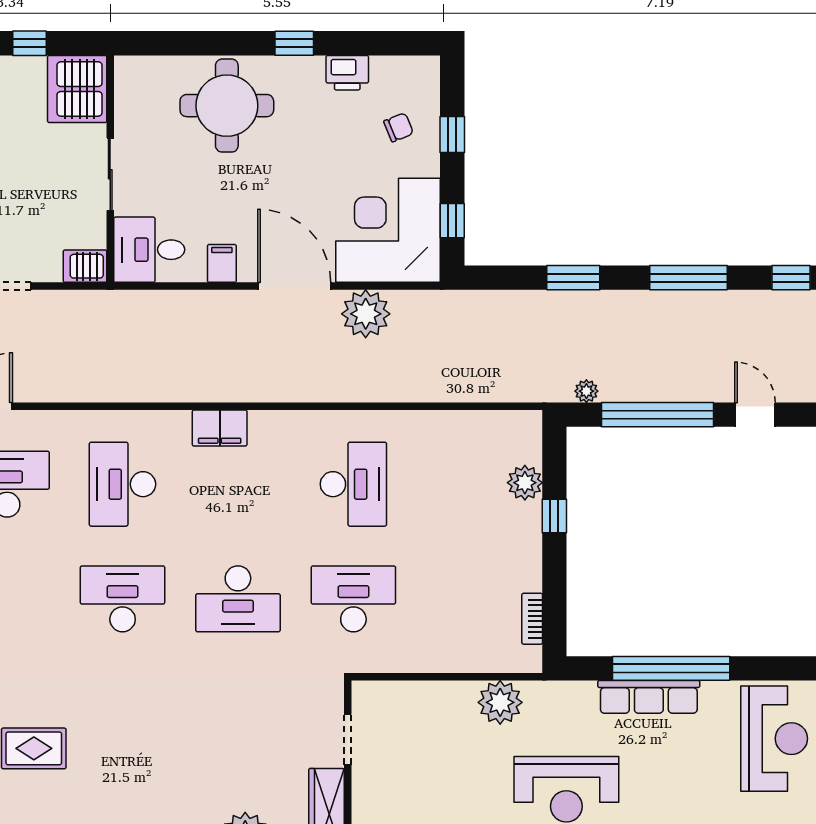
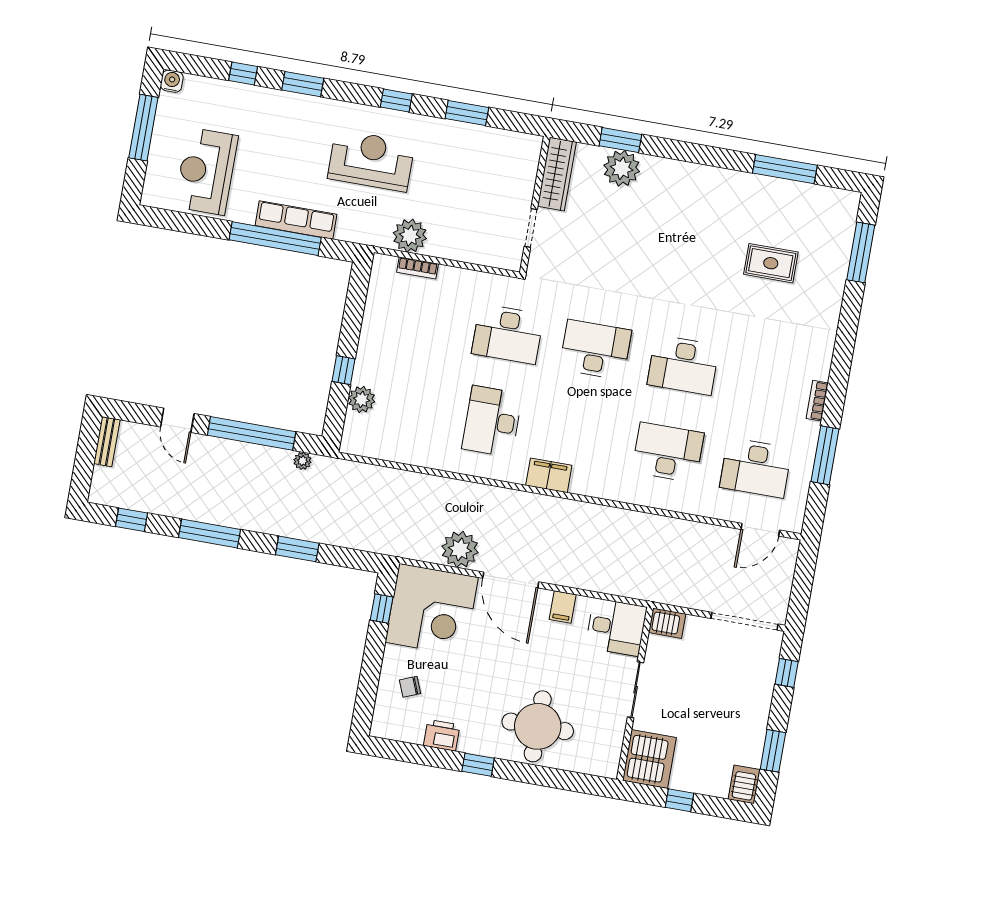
window: (452, 134) -> (370, 674), removed
filing cabinet: (220, 428) -> (549, 475), moved
desk: (123, 484) -> (668, 452), turned -90
bookcase: (532, 619) -> (417, 268), moved, turned 90

